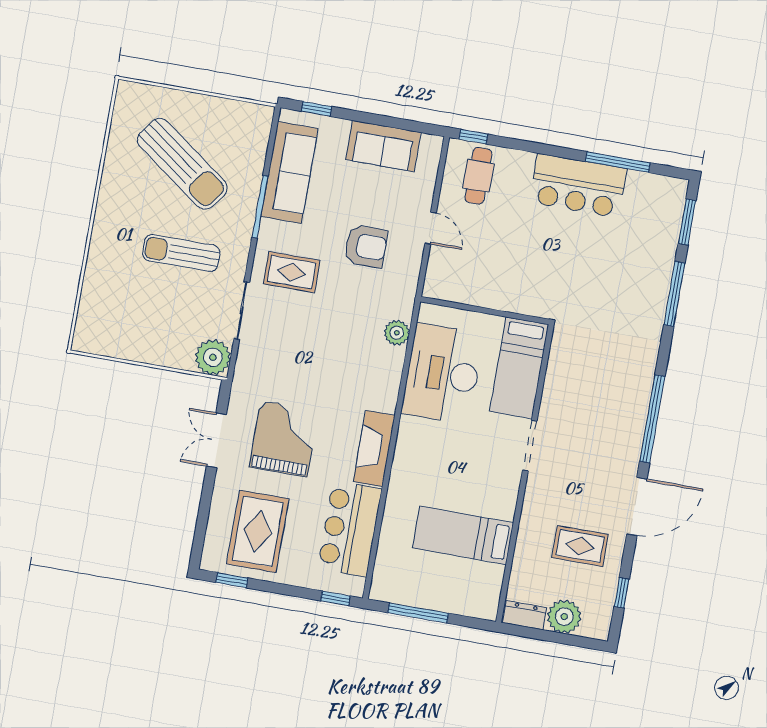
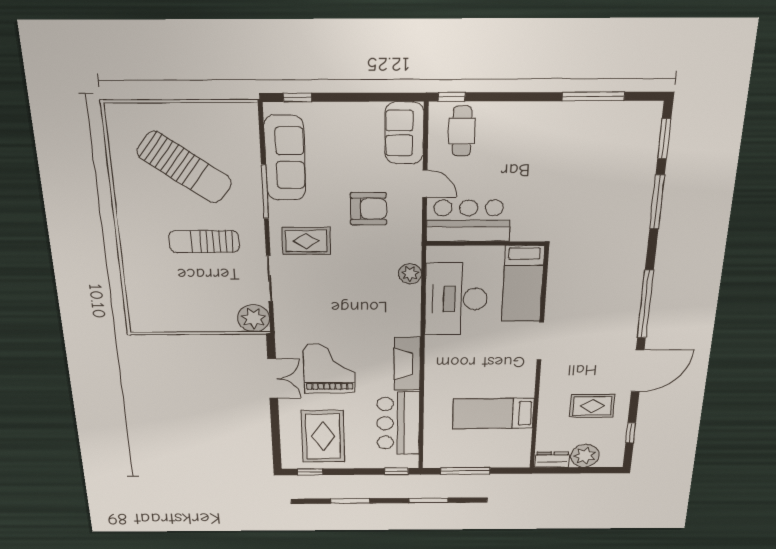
sofa: (383, 146) -> (404, 133), moved, turned 90
bar counter: (578, 186) -> (468, 221), moved, turned 180
double door: (216, 440) -> (273, 379), swing flipped

